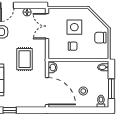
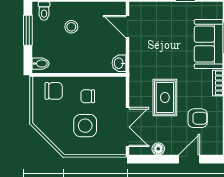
chair: (100, 38) -> (54, 91), moved
rug: (25, 59) -> (165, 97), moved
door: (47, 91) -> (128, 27), width x0.53

